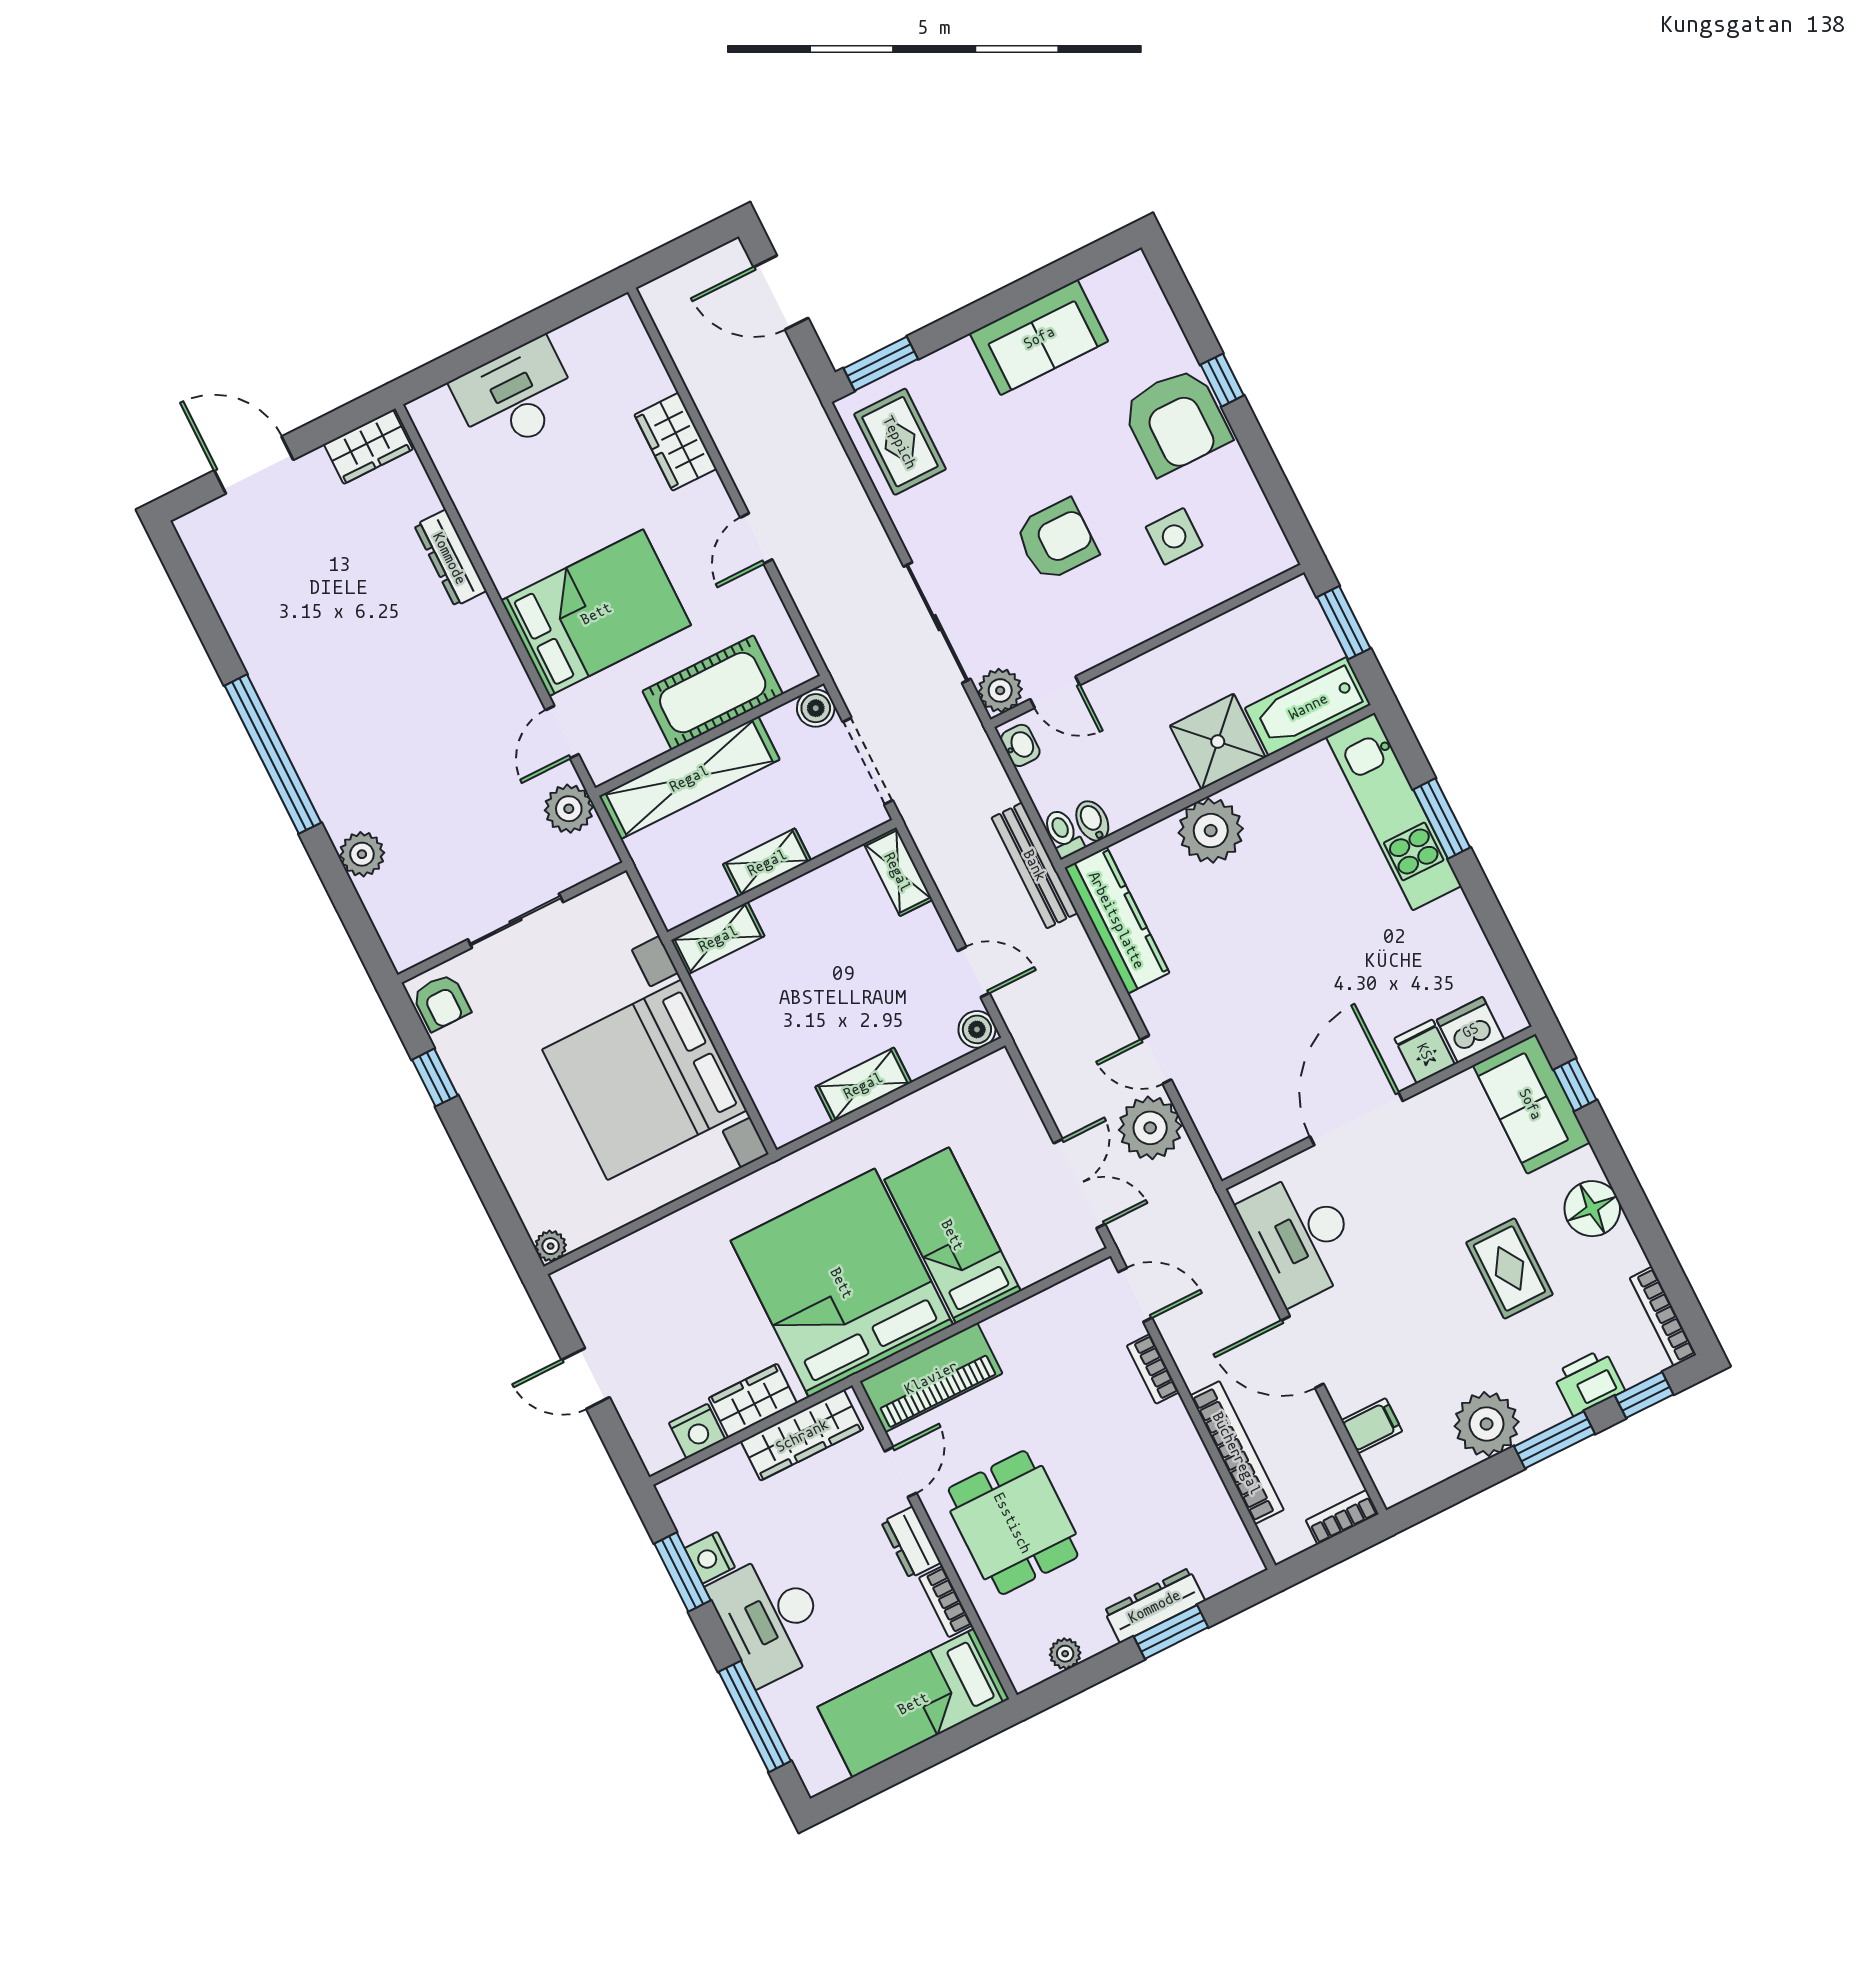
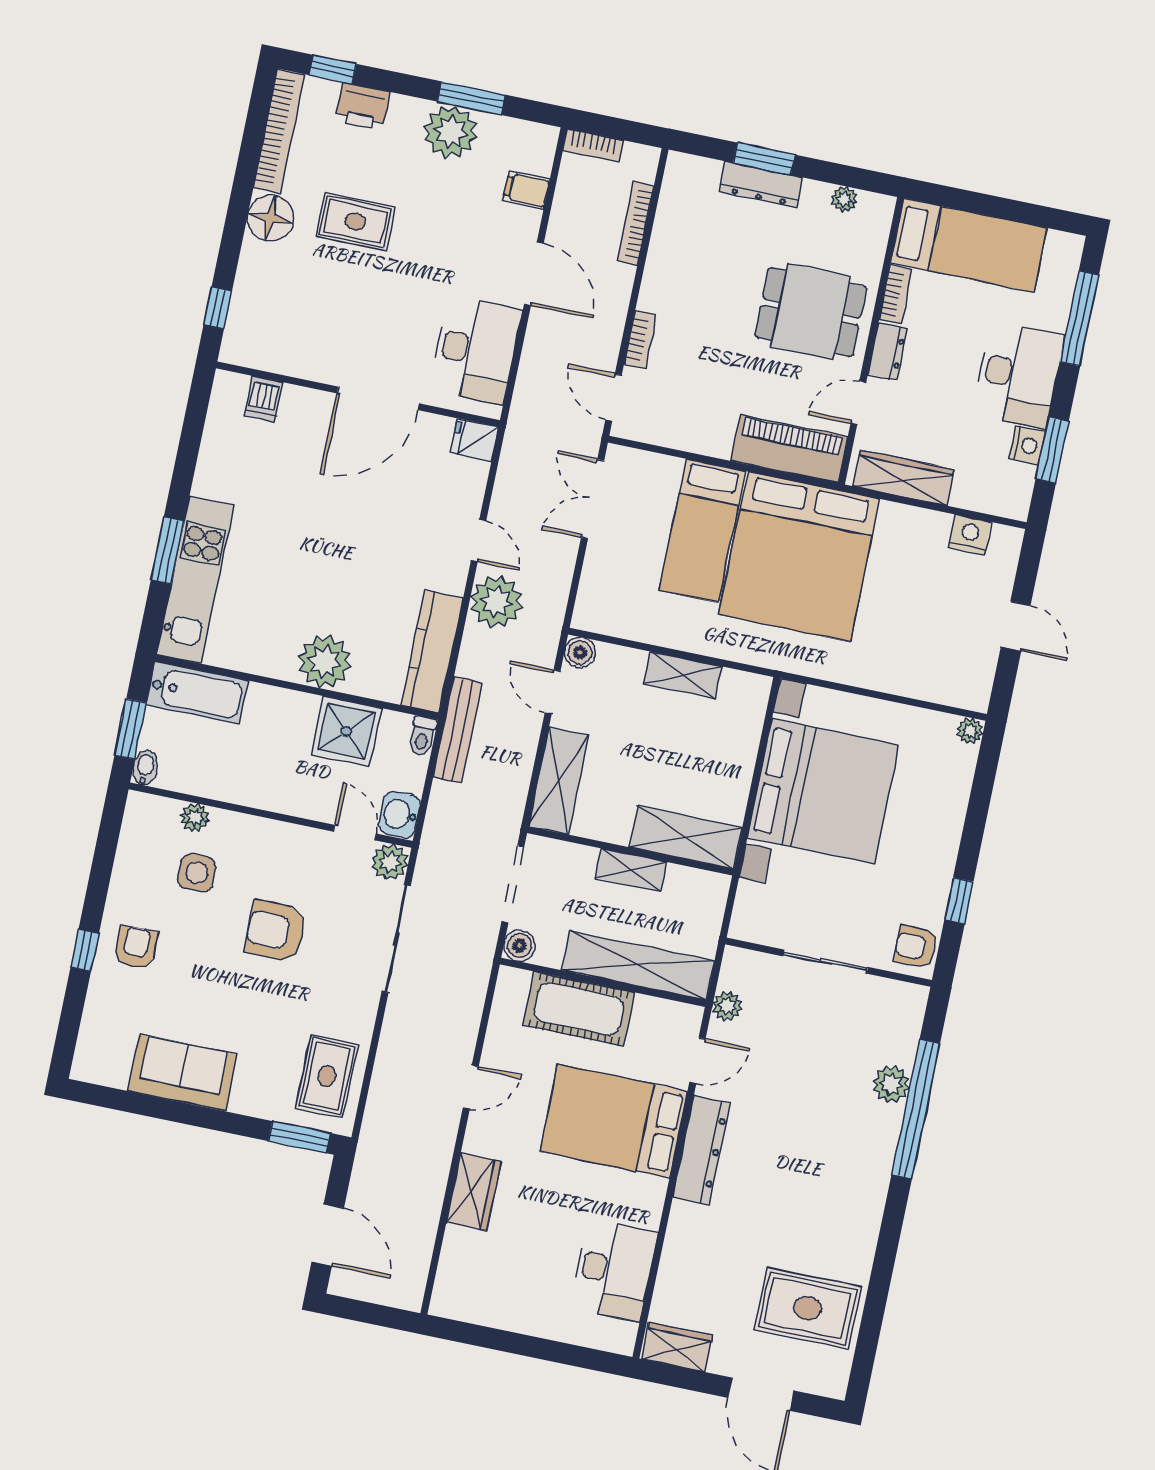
desk: (516, 396) -> (614, 1270), moved, turned -90
armchair: (1176, 421) -> (136, 947), width x0.53, depth x0.53
dresser: (450, 558) -> (701, 1150), moved, width x1.37, depth x1.24
rug: (274, 581) -> (807, 1308), added
plant: (1217, 587) -> (195, 818), added
shower: (1218, 742) -> (346, 731), moved
washbasin: (1020, 745) -> (399, 815), width x1.38, depth x1.45
window: (273, 754) -> (916, 1109), moved
plant: (569, 809) -> (727, 1006), width x0.73, depth x0.73
bidet: (1092, 821) -> (145, 768), moved, turned 180
shelving: (898, 872) -> (558, 781), width x1.50, depth x1.33
shelving: (718, 938) -> (686, 837), width x1.50, depth x1.33
armchair: (441, 1002) -> (916, 947), turned -90
dishwasher: (1470, 1030) -> (264, 399), width x0.73
fridge: (1425, 1051) -> (474, 440), moved, turned 90
sofa: (1531, 1104) -> (256, 318), removed
plant: (1150, 1128) -> (496, 602), moved
rug: (1509, 1268) -> (355, 222), turned 90
bookcase: (1663, 1316) -> (279, 131), width x1.48, depth x1.31
wardrobe: (753, 1401) -> (918, 526), removed
window: (1554, 1440) -> (471, 98), moved
bookcase: (1237, 1453) -> (635, 223), width x0.68, depth x0.76
dining table: (1013, 1523) -> (811, 312), turned 90

